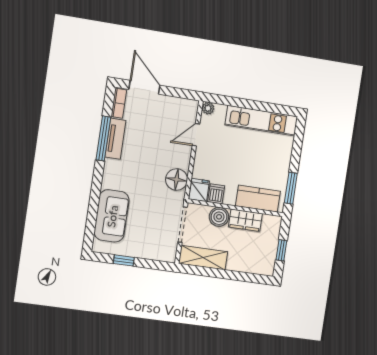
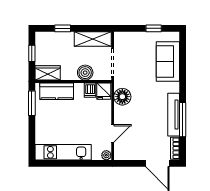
tv unit: (115, 139) -> (174, 115), width x1.41
wardrobe: (245, 220) -> (48, 73), moved
window: (239, 276) -> (63, 28), added

